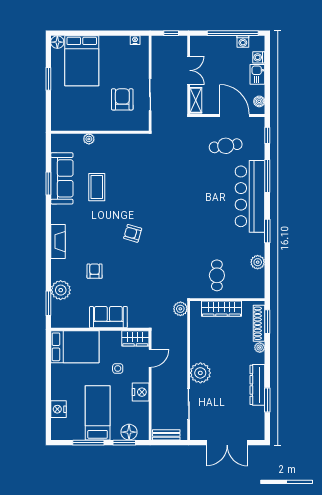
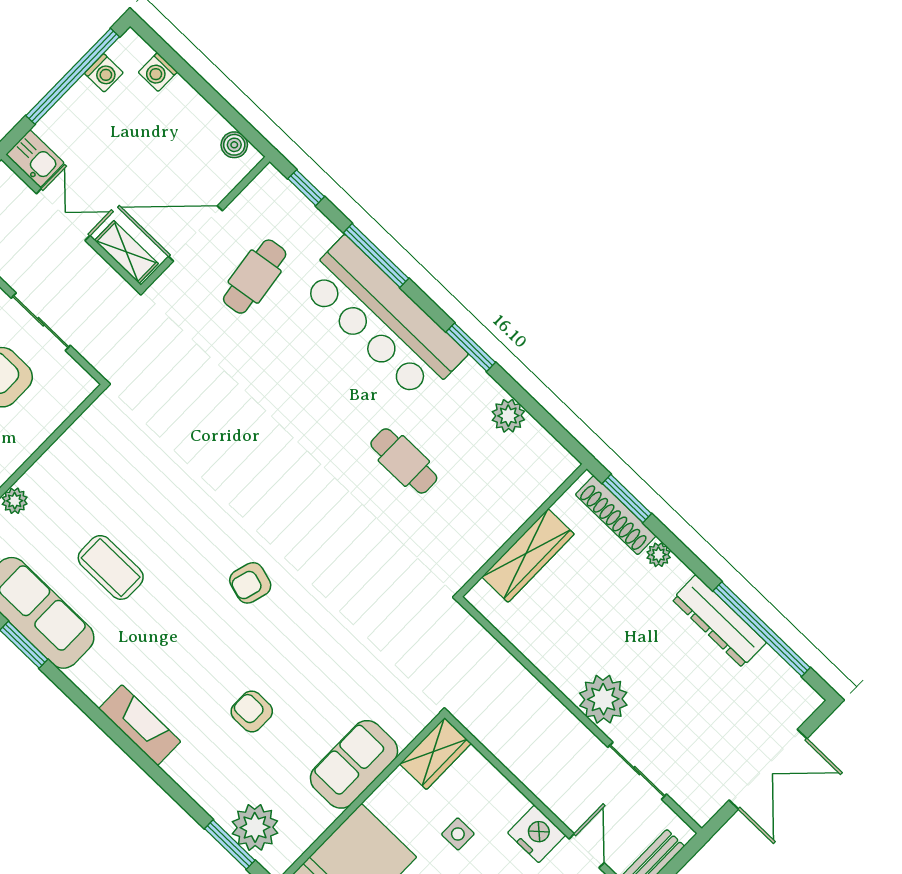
kitchen sink: (257, 74) -> (35, 159), moved, turned 180
door: (234, 116) -> (195, 233), moved
cafe table: (217, 275) -> (404, 461), moved
plant: (61, 290) -> (255, 827), moved
plant: (180, 309) -> (460, 627), removed
door: (150, 358) -> (587, 851), moved
window: (267, 400) -> (762, 629), width x2.11

